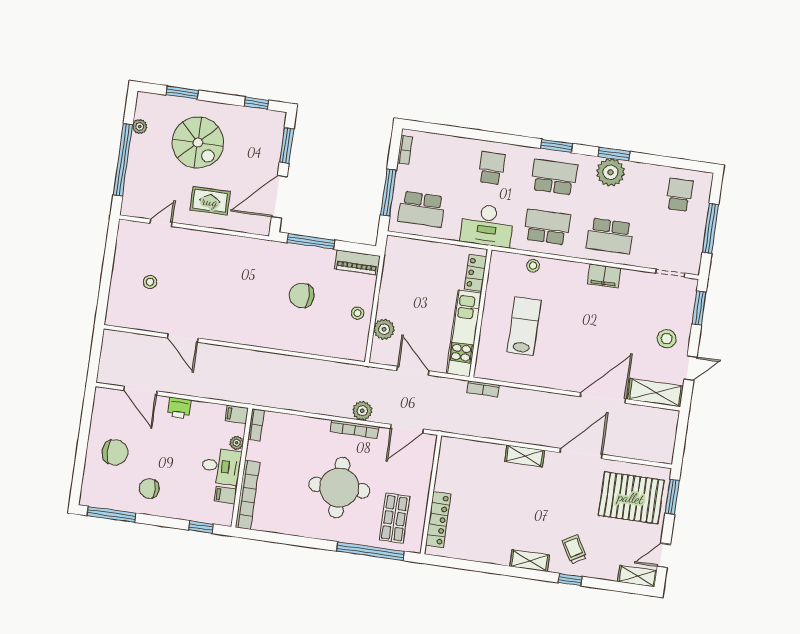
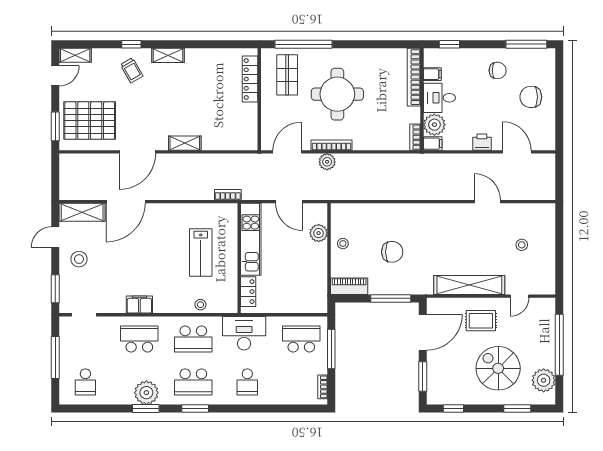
plant: (140, 127) -> (544, 380), width x1.87, depth x1.87
shelving: (217, 244) -> (469, 285), added
plant: (237, 443) -> (434, 125), width x1.88, depth x1.88

